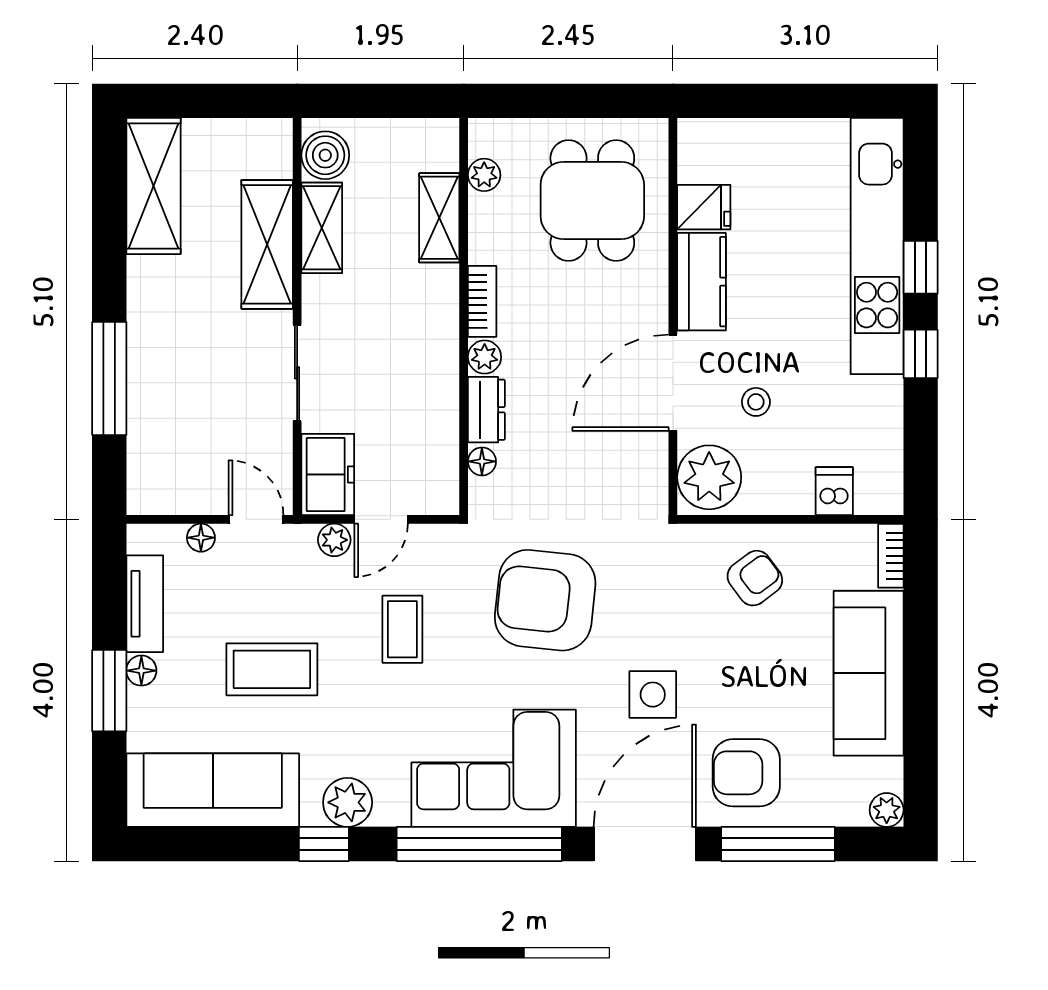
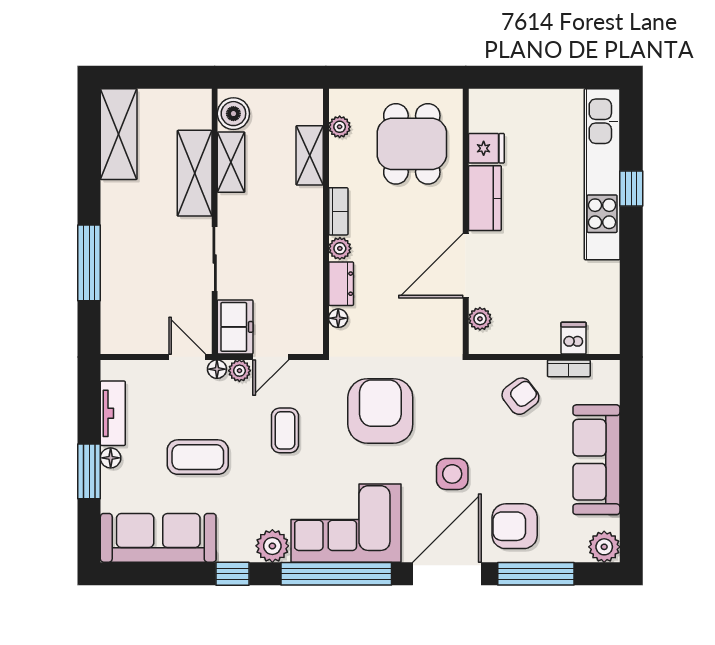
window: (921, 354) -> (631, 246), removed
stool: (756, 402) -> (521, 278), removed
plant: (709, 477) -> (480, 319), width x0.53, depth x0.53
floor lamp: (201, 538) -> (217, 369), moved
bookcase: (891, 556) -> (569, 368), moved, turned -90
armchair: (545, 600) -> (380, 411), turned 84
plant: (348, 802) -> (272, 546), moved
plant: (887, 810) -> (604, 547), width x1.38, depth x1.38

